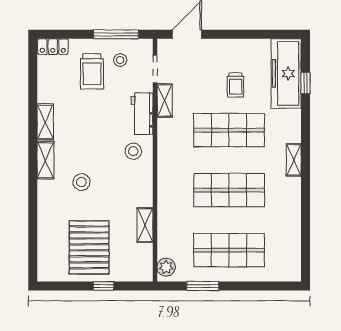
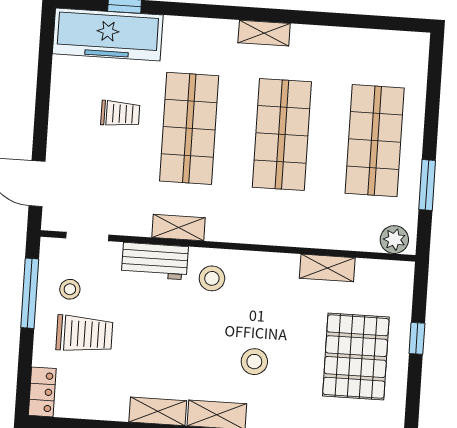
shelving: (165, 101) -> (178, 228), moved
shelving: (294, 160) -> (264, 33), moved
pallet: (89, 247) -> (356, 357), turned 90

